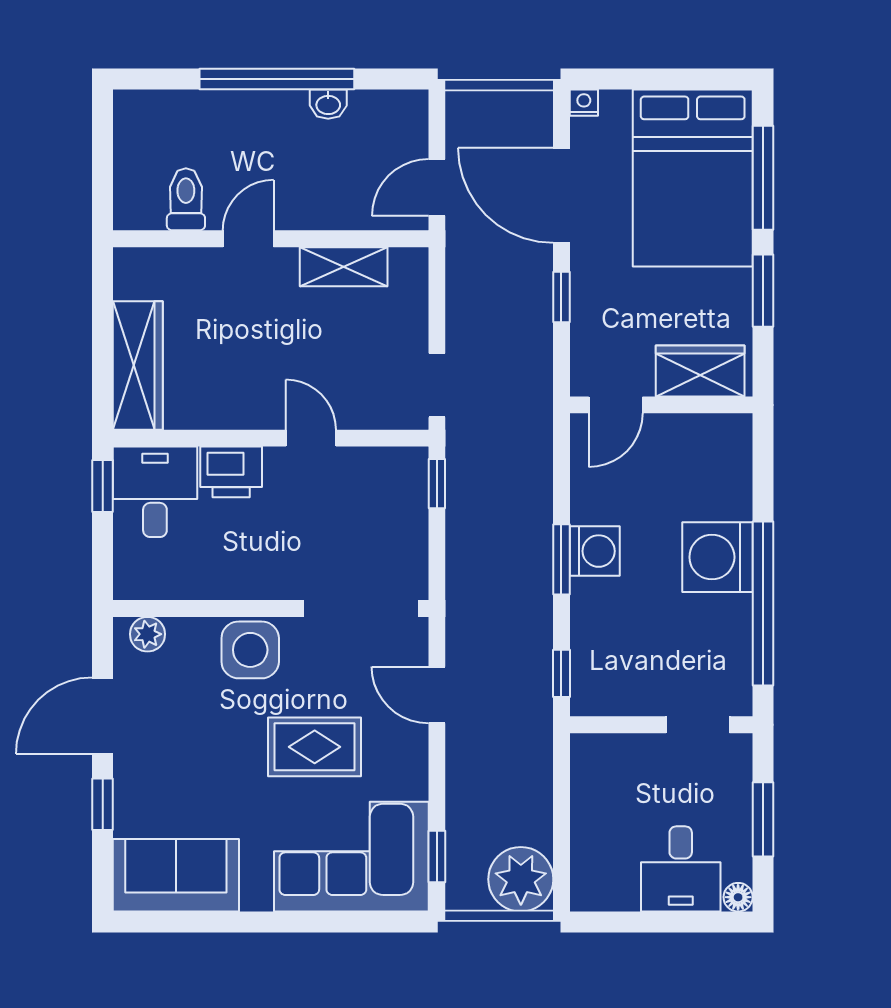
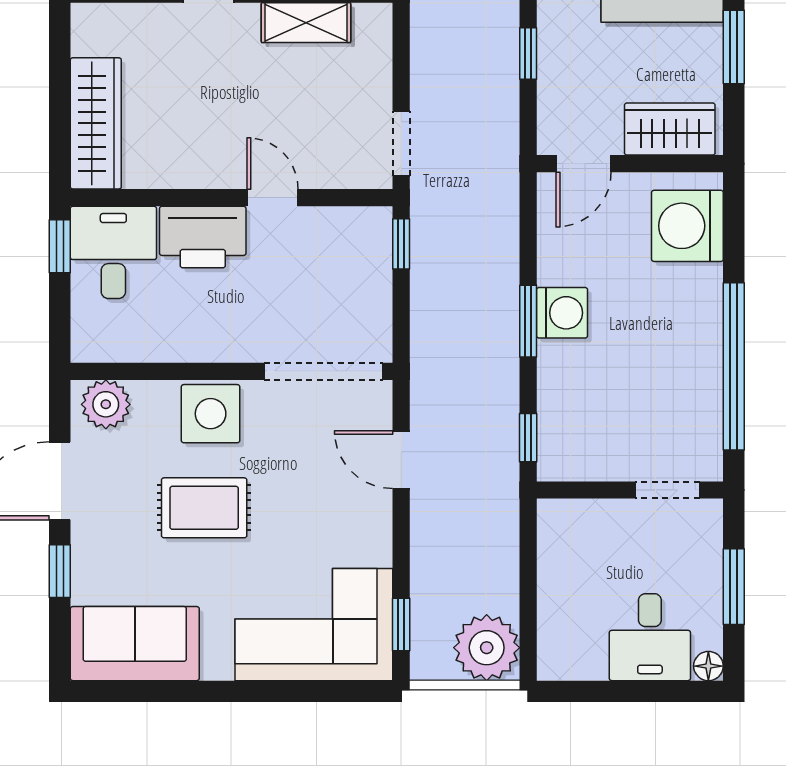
printer: (231, 472) -> (203, 237), width x1.37, depth x1.19
washing machine: (718, 557) -> (687, 226), moved
plant: (148, 634) -> (106, 404), width x1.38, depth x1.38
rug: (315, 747) -> (204, 508), moved

